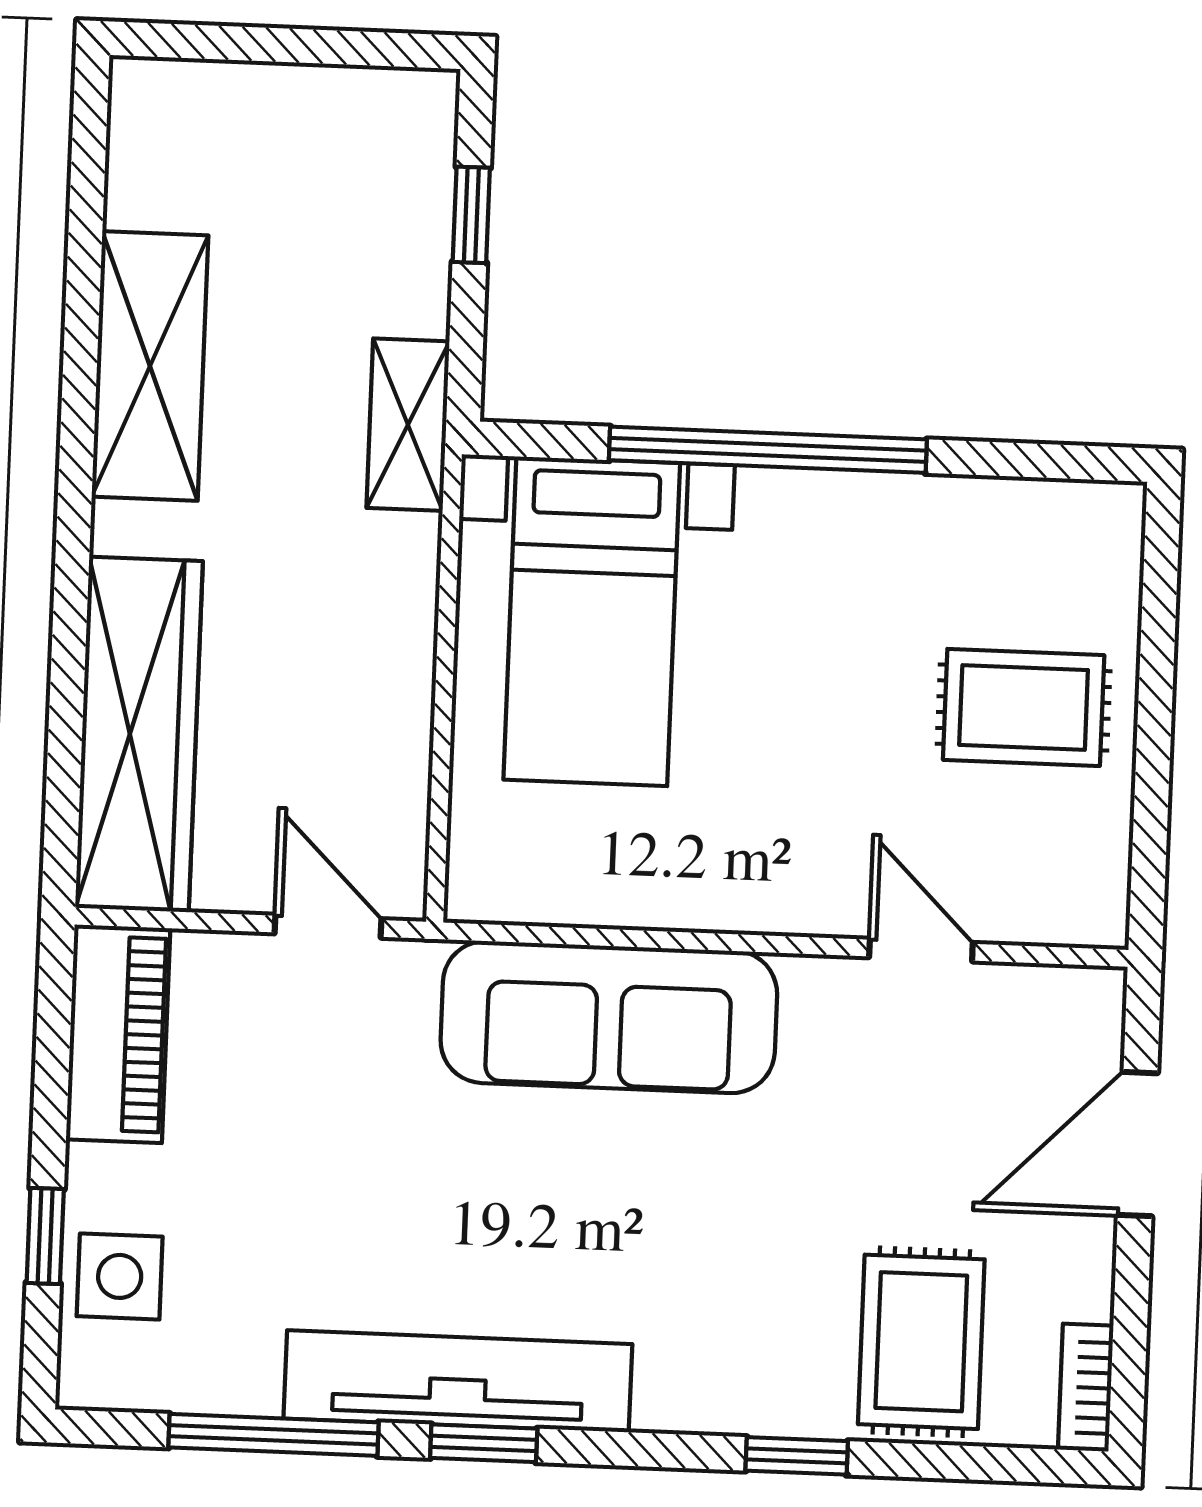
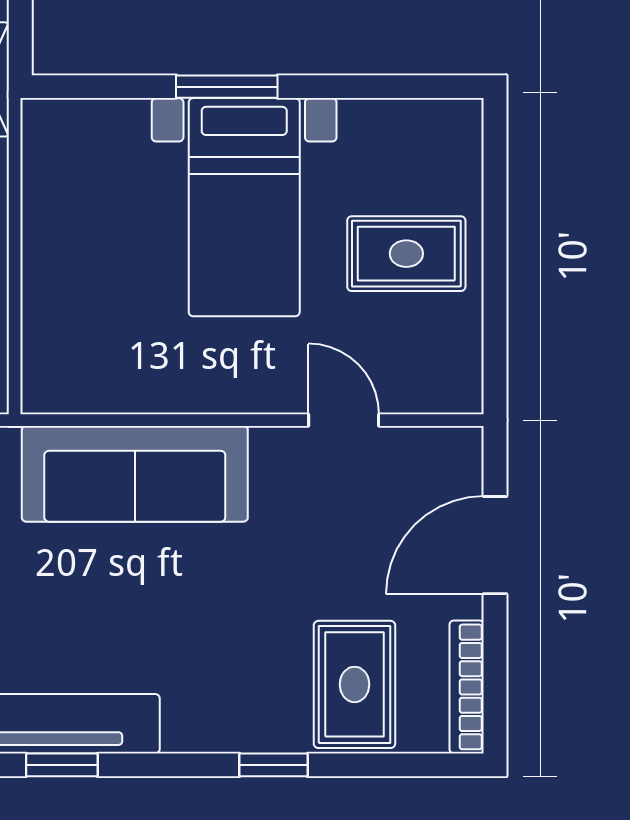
window: (768, 450) -> (227, 87), width x0.47
bed with nightstands: (592, 621) -> (244, 207), moved
bookcase: (1086, 1388) -> (467, 687), width x1.56

